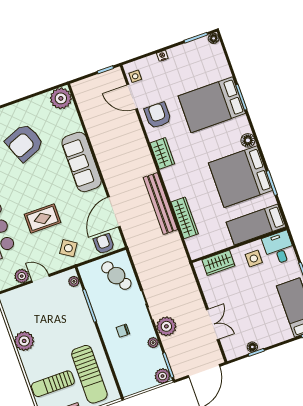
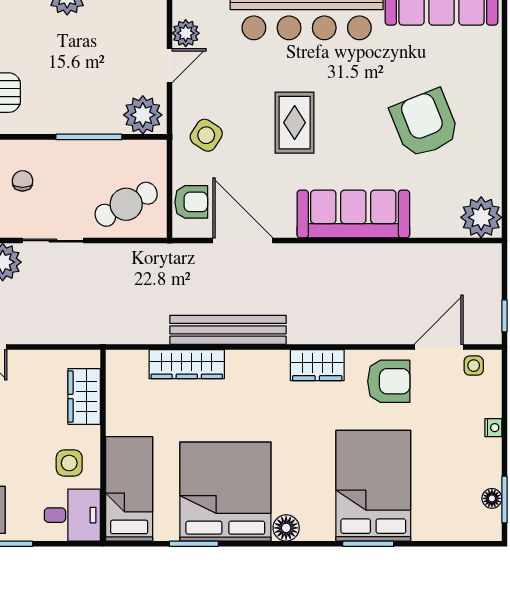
floor lamp: (214, 38) -> (492, 498), moved
rug: (43, 218) -> (295, 123), moved
plant: (74, 281) -> (143, 115), width x1.88, depth x1.88

